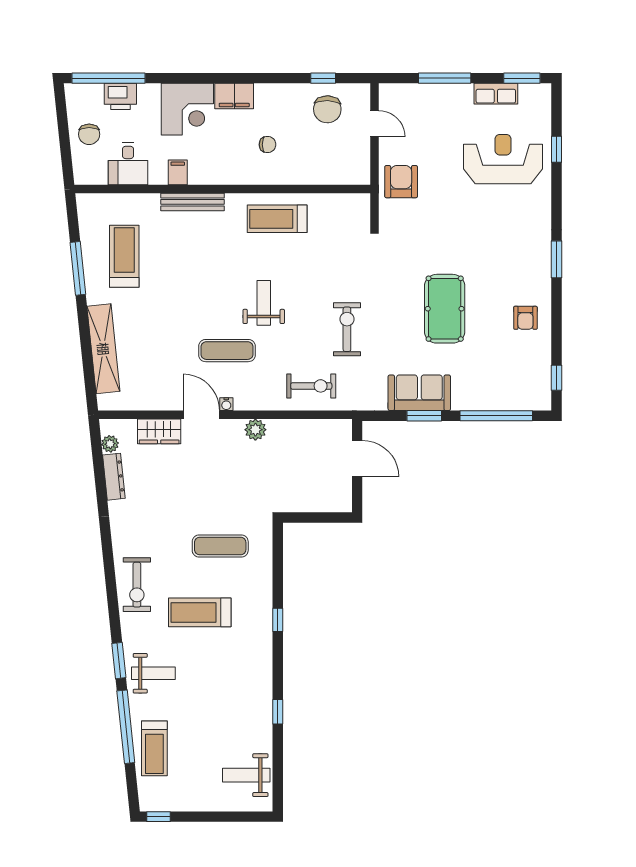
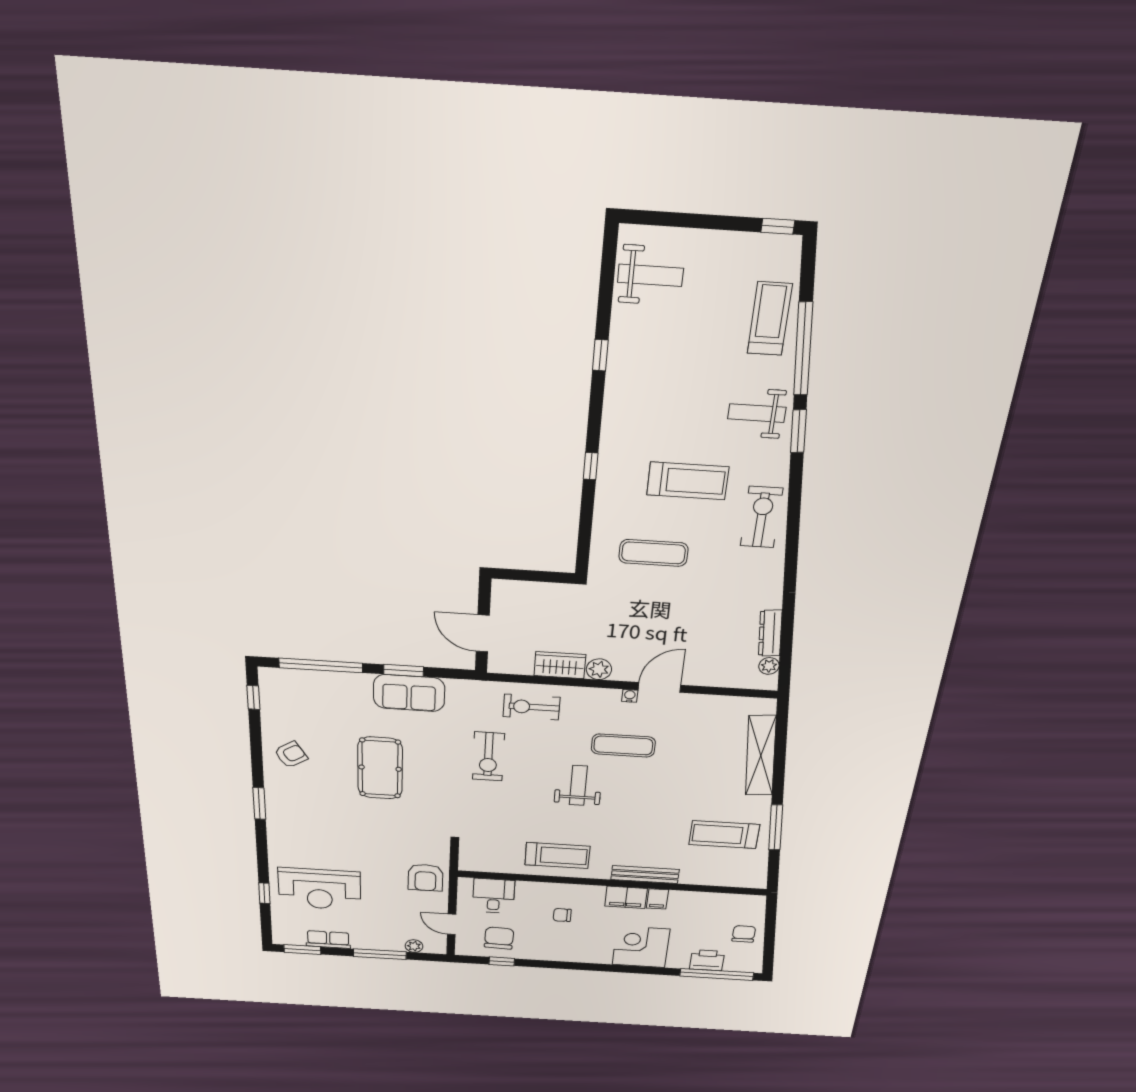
plant: (411, 92) -> (414, 946), added
filing cabinet: (234, 96) -> (626, 897), moved, turned 180
desk: (128, 164) -> (494, 896), moved
treadmill: (124, 256) -> (724, 835), turned 90
weight bench: (264, 303) -> (578, 785), turned 180
armchair: (525, 318) -> (291, 755), turned 58
door: (201, 415) -> (659, 687), swing flipped
wardrobe: (159, 431) -> (560, 665), moved

